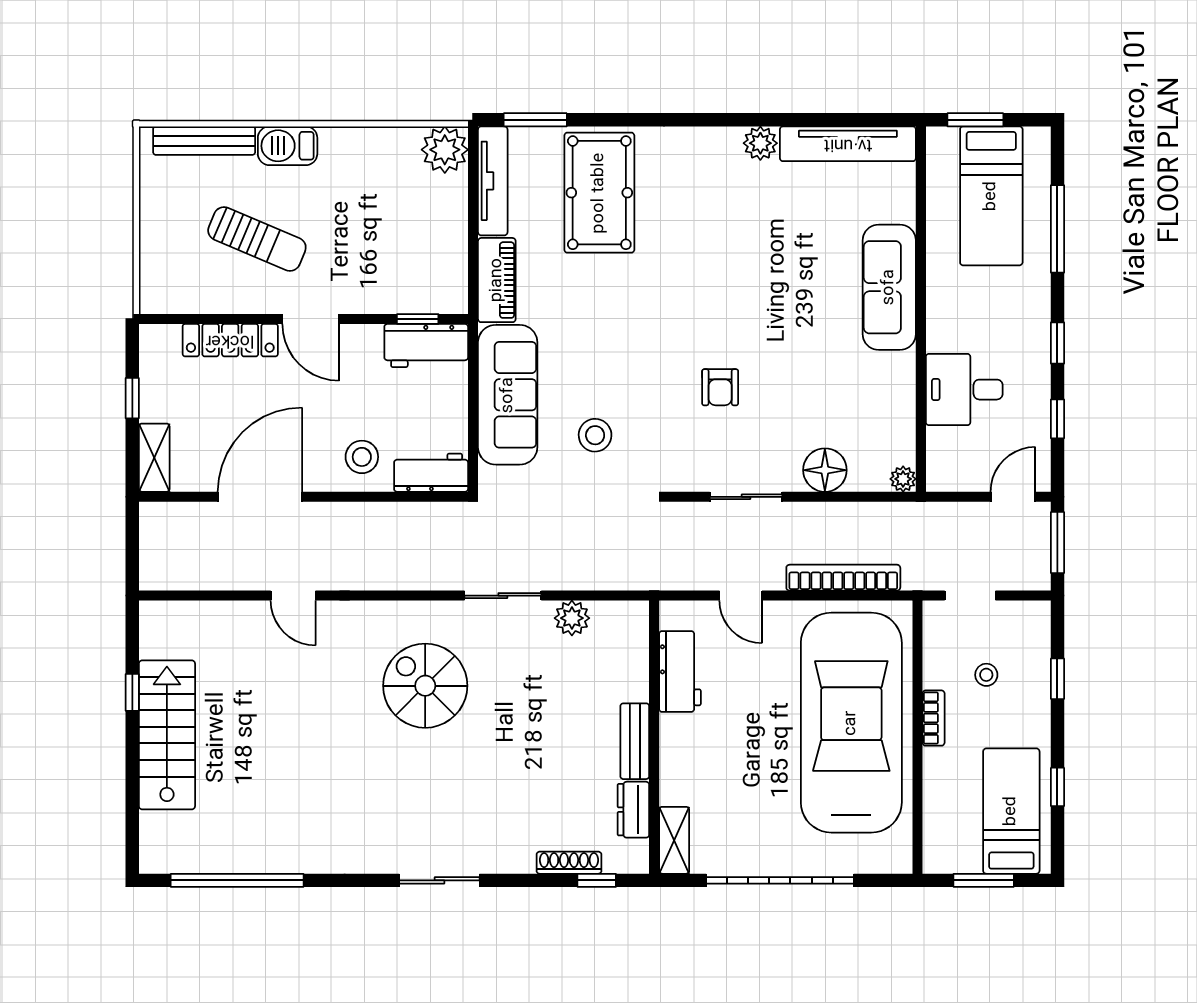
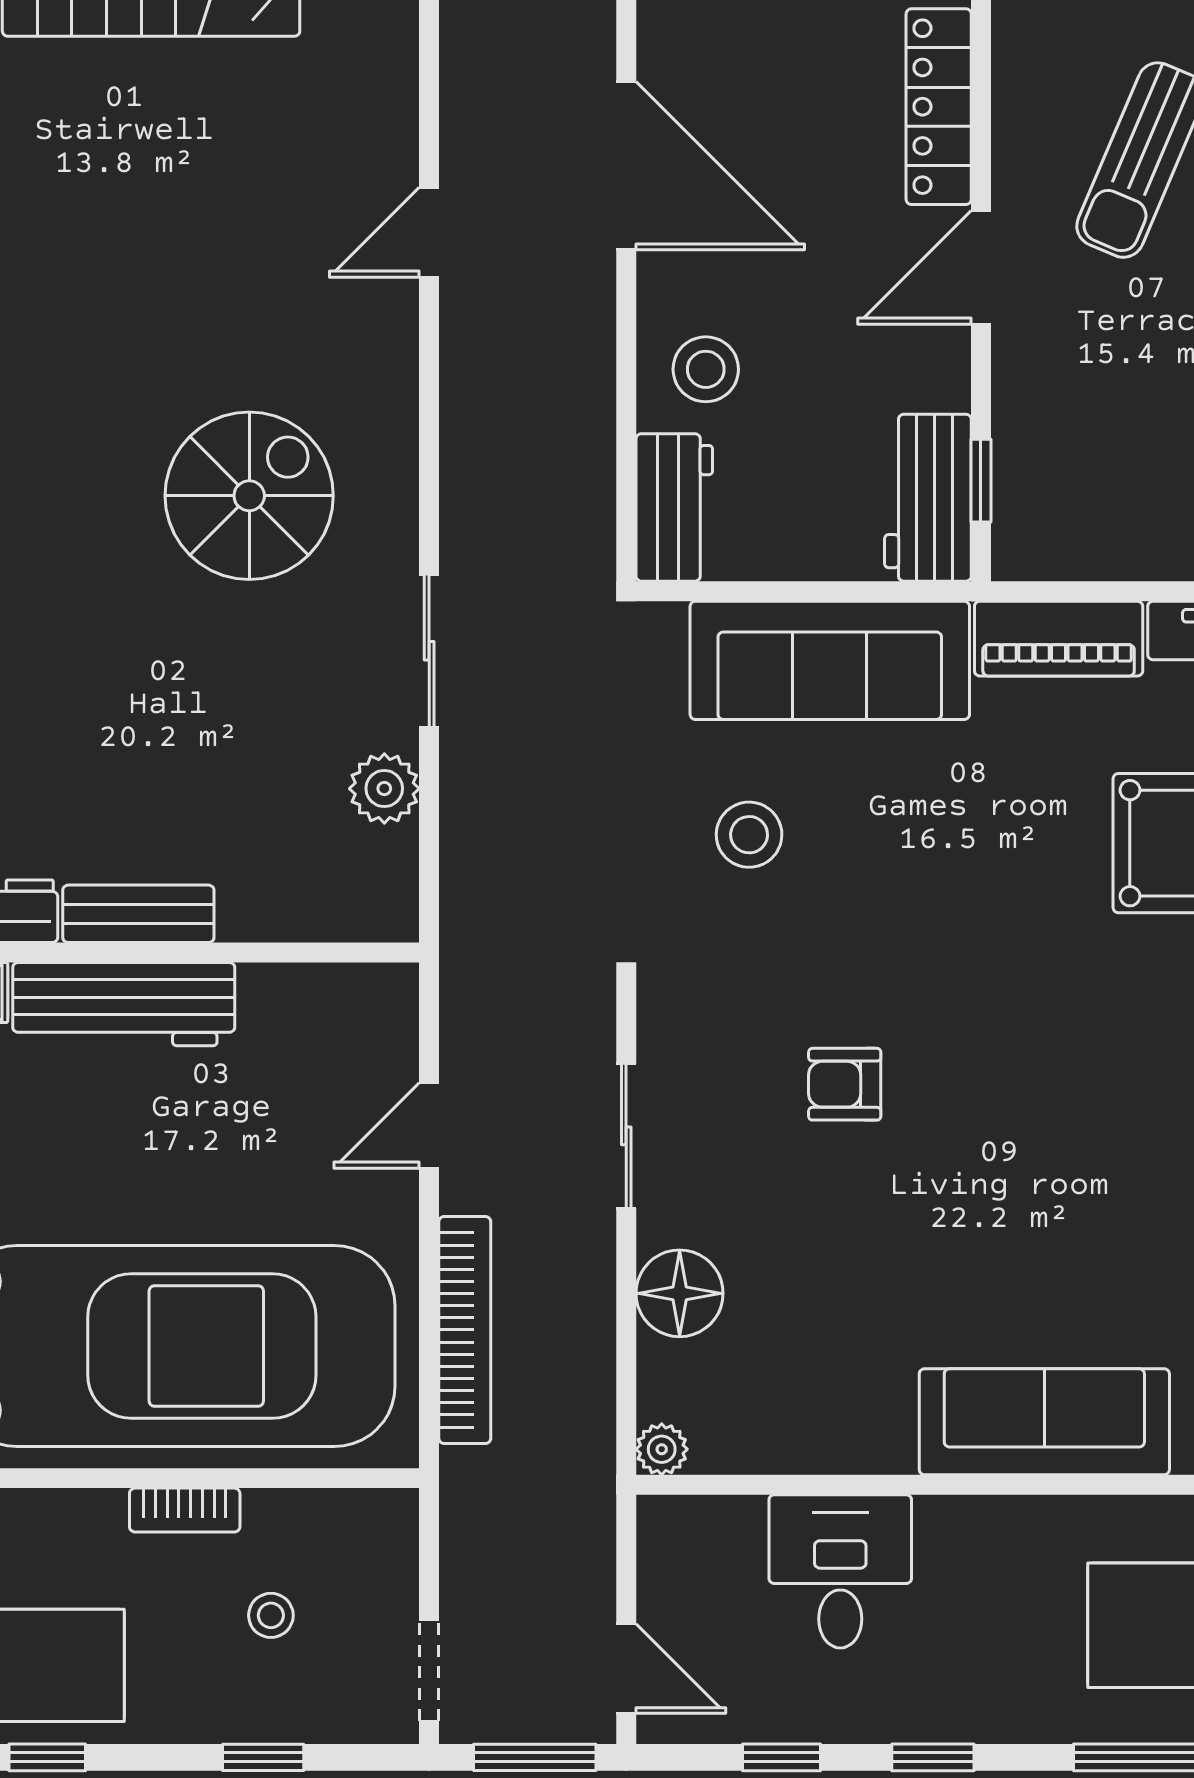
doorway: (970, 596) -> (429, 1670), moved
workbench: (680, 671) -> (124, 1004), moved, width x1.38

